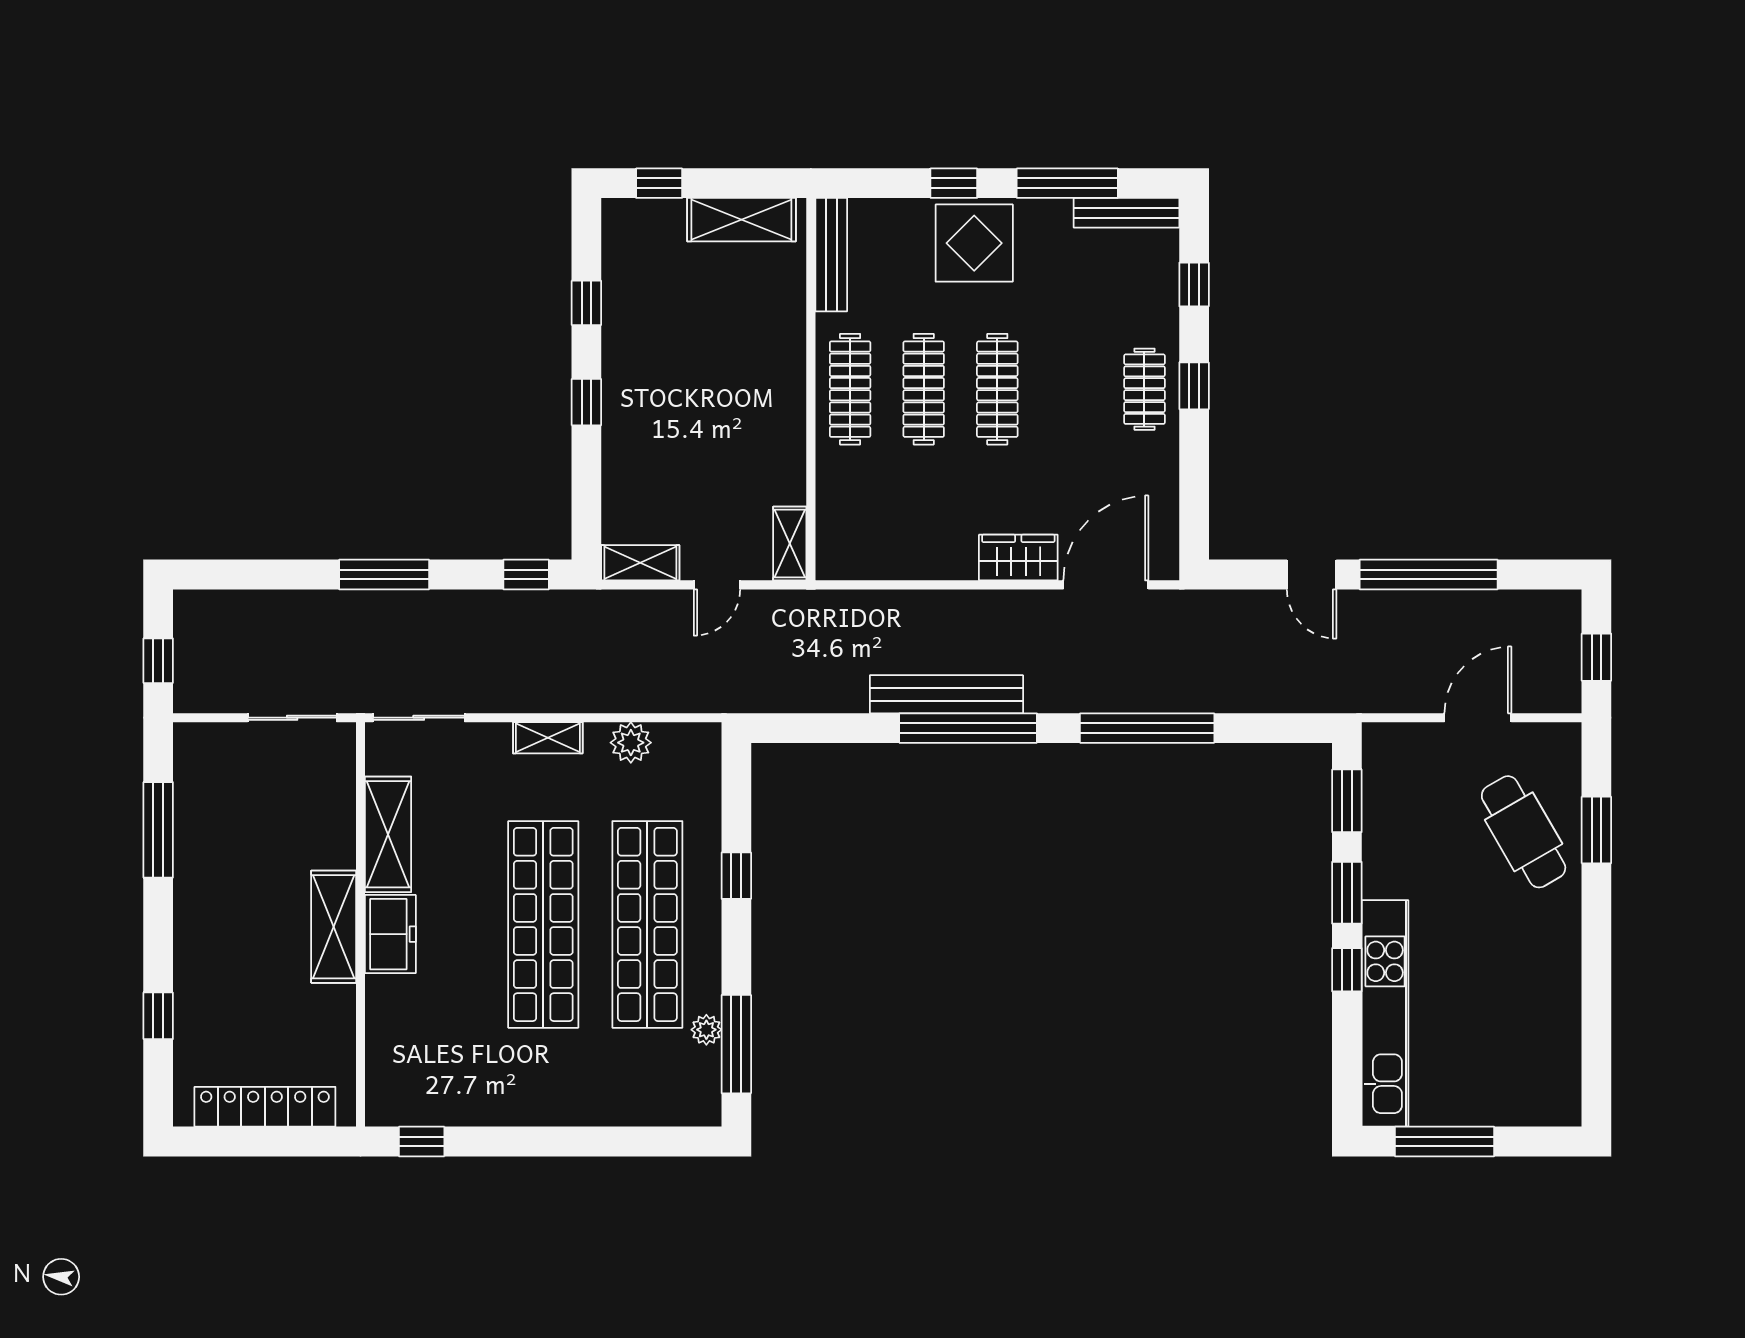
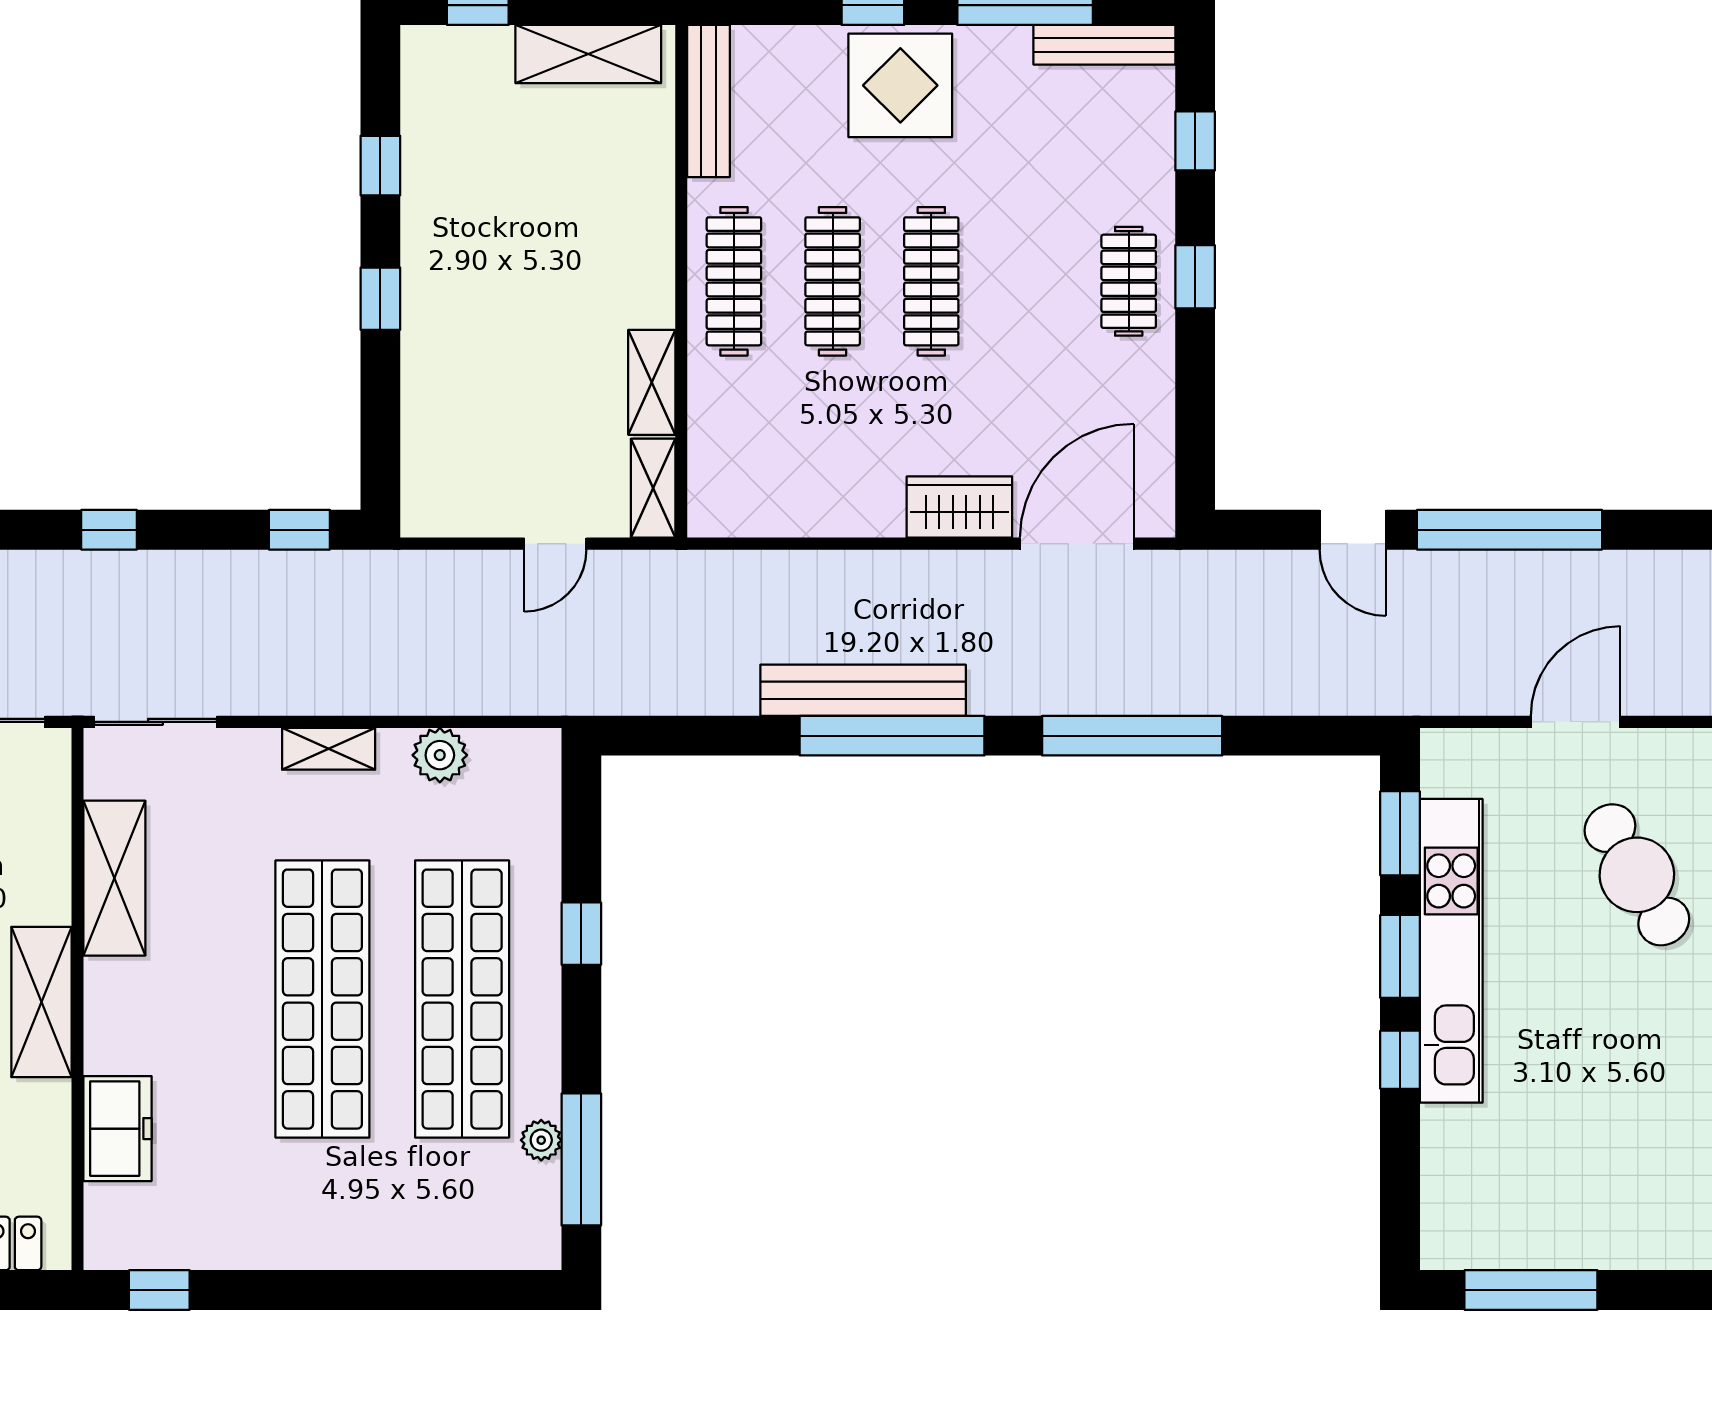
shelving: (640, 563) -> (652, 382), moved, turned 90
window: (384, 574) -> (109, 530), width x0.46
freezer: (390, 934) -> (117, 1129), moved
kitchen unit: (1385, 1013) -> (1451, 951), moved

